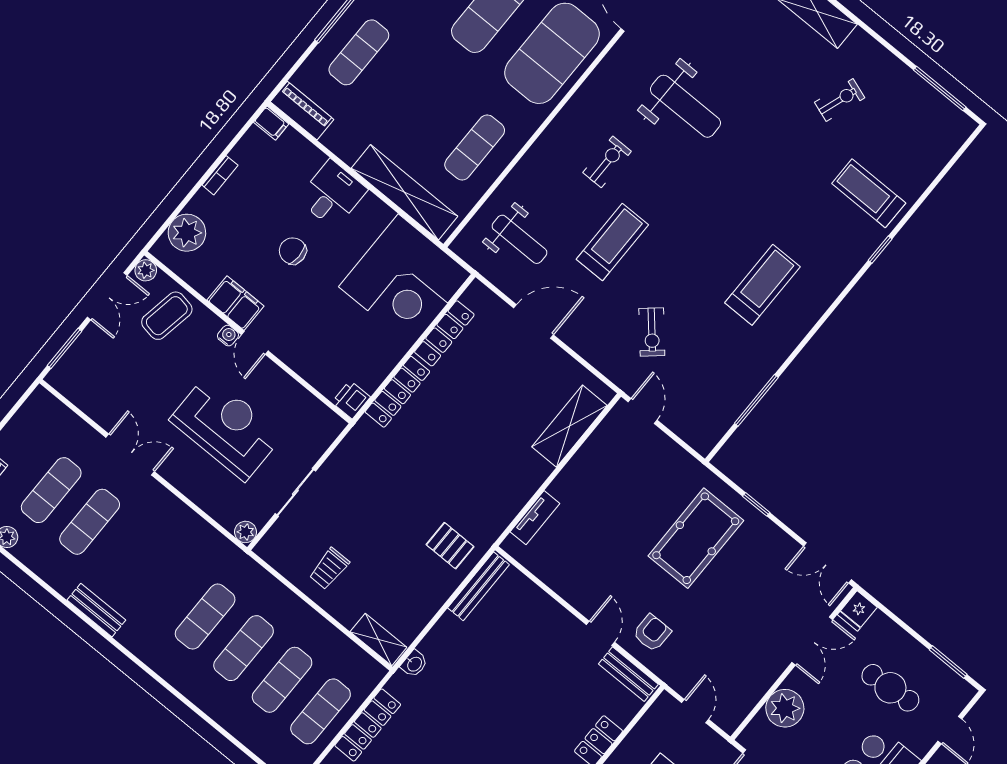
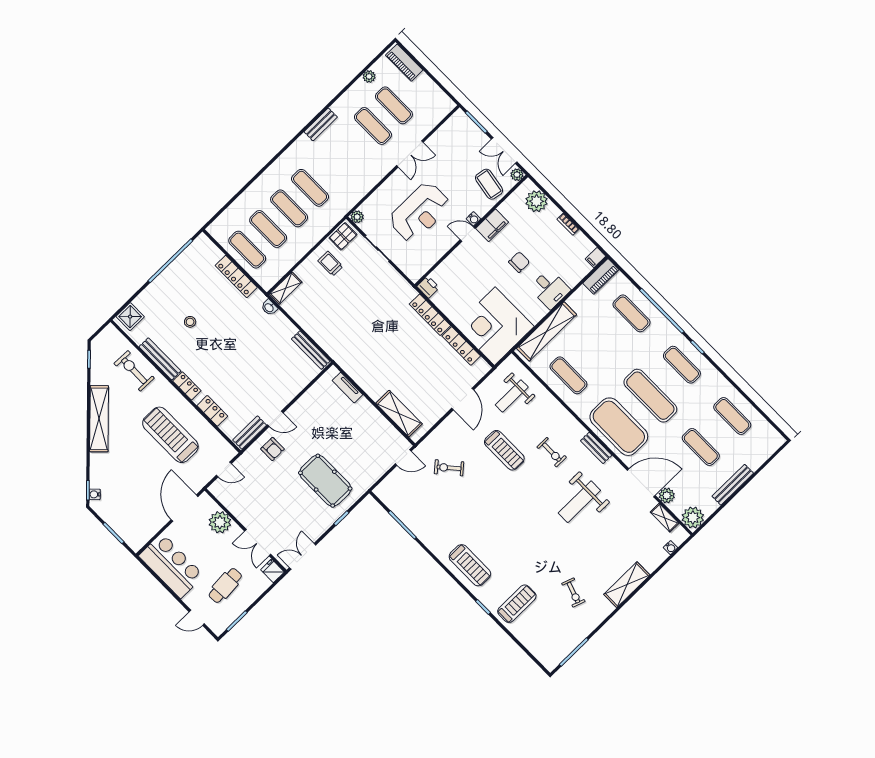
bench: (592, 88) -> (596, 448), added
treadmill: (762, 285) -> (470, 565), moved
pallet: (450, 546) -> (343, 236), moved

